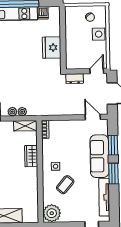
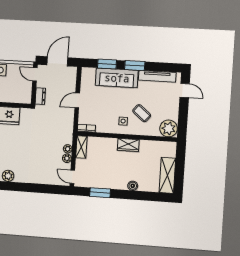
door: (93, 117) -> (77, 100), moved
wardrobe: (31, 156) -> (128, 145), moved

